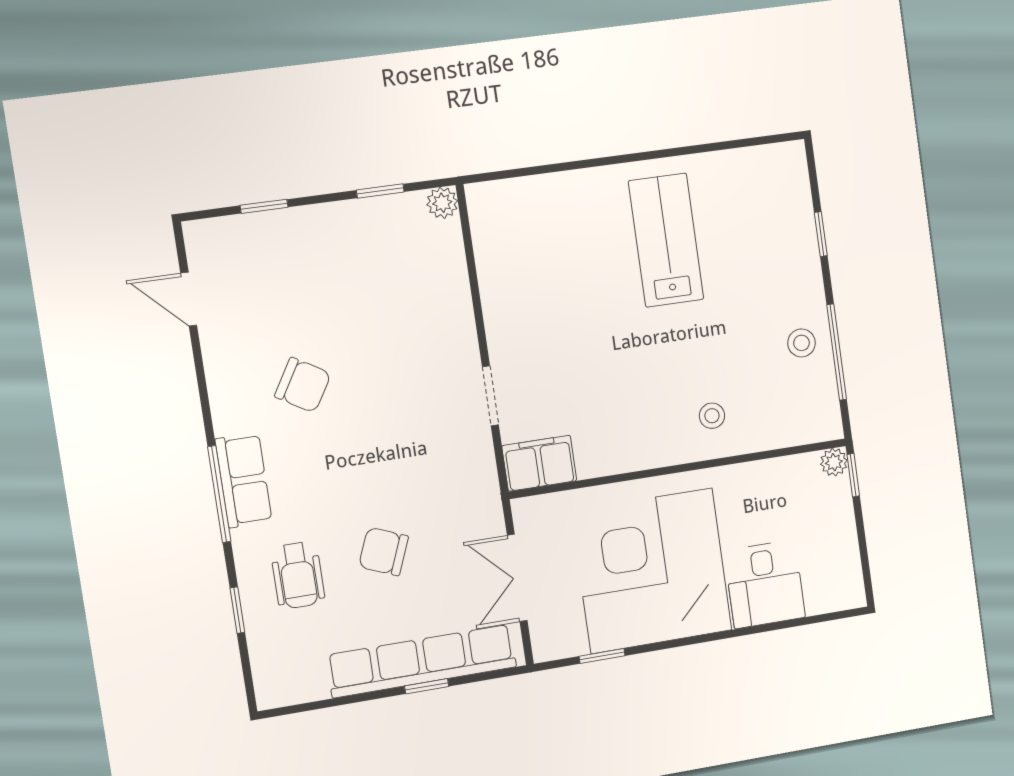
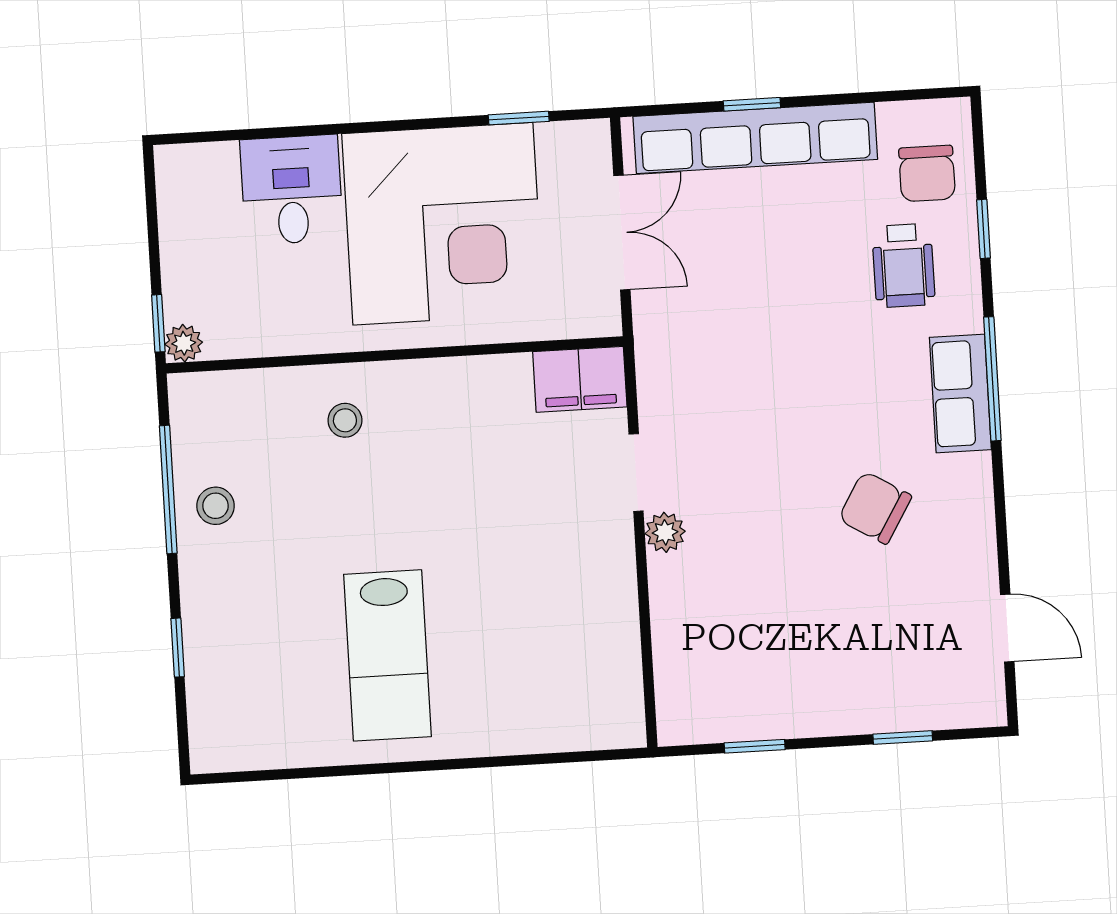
plant: (442, 203) -> (665, 532), moved
chair: (384, 551) -> (927, 173), moved, turned 68
wheelchair: (298, 575) -> (904, 265), turned 180

